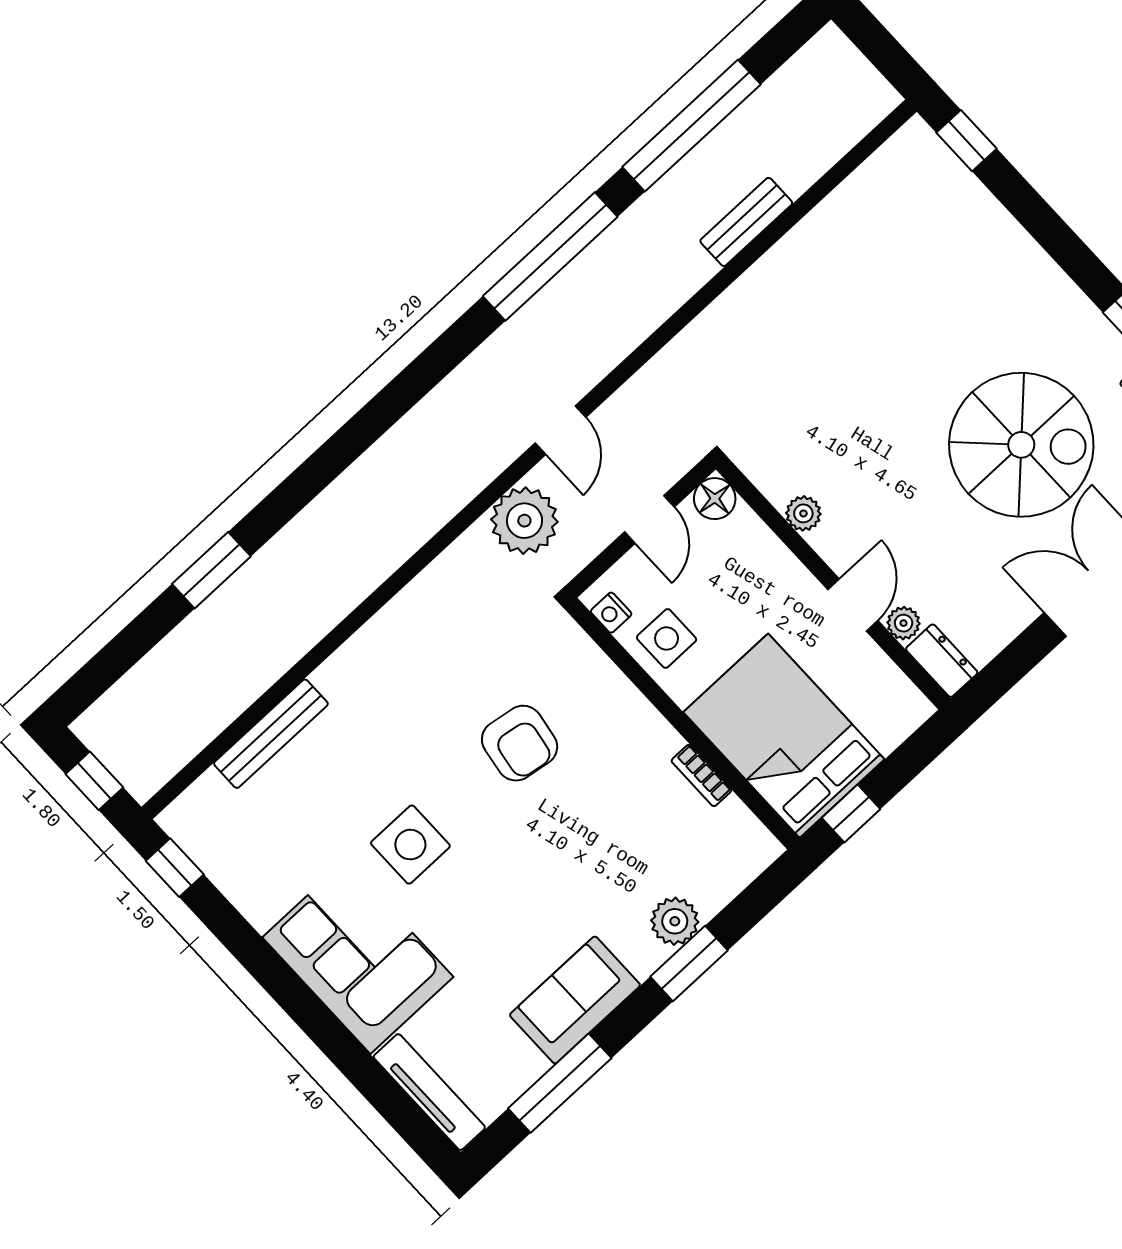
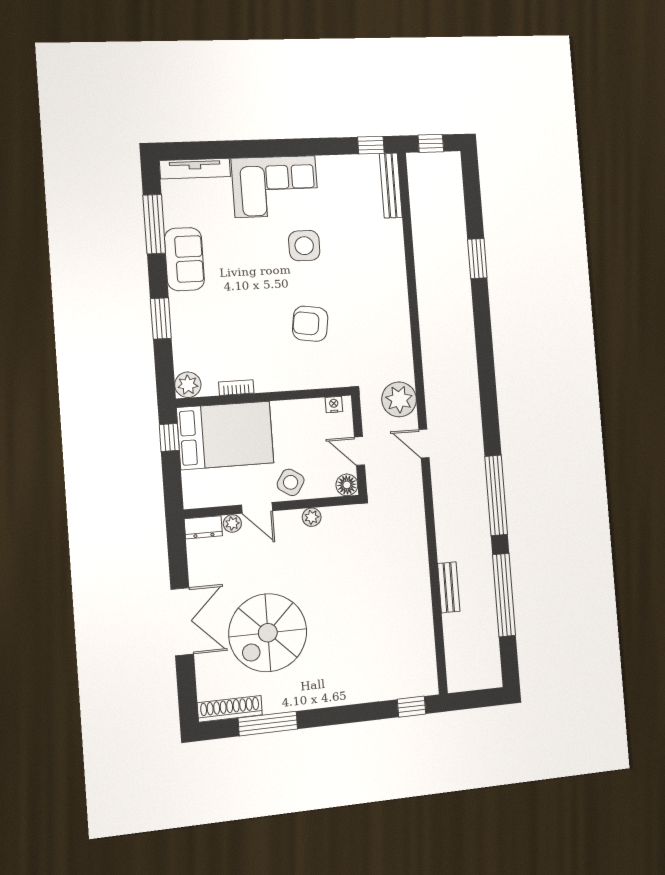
side table: (667, 638) -> (291, 482), moved, turned 33
bench: (271, 734) -> (391, 186), moved
plant: (675, 921) -> (188, 385), moved

